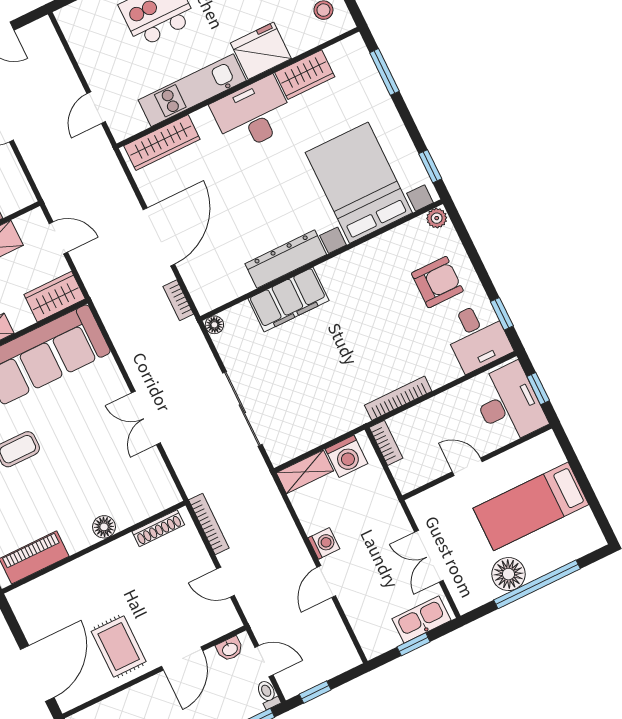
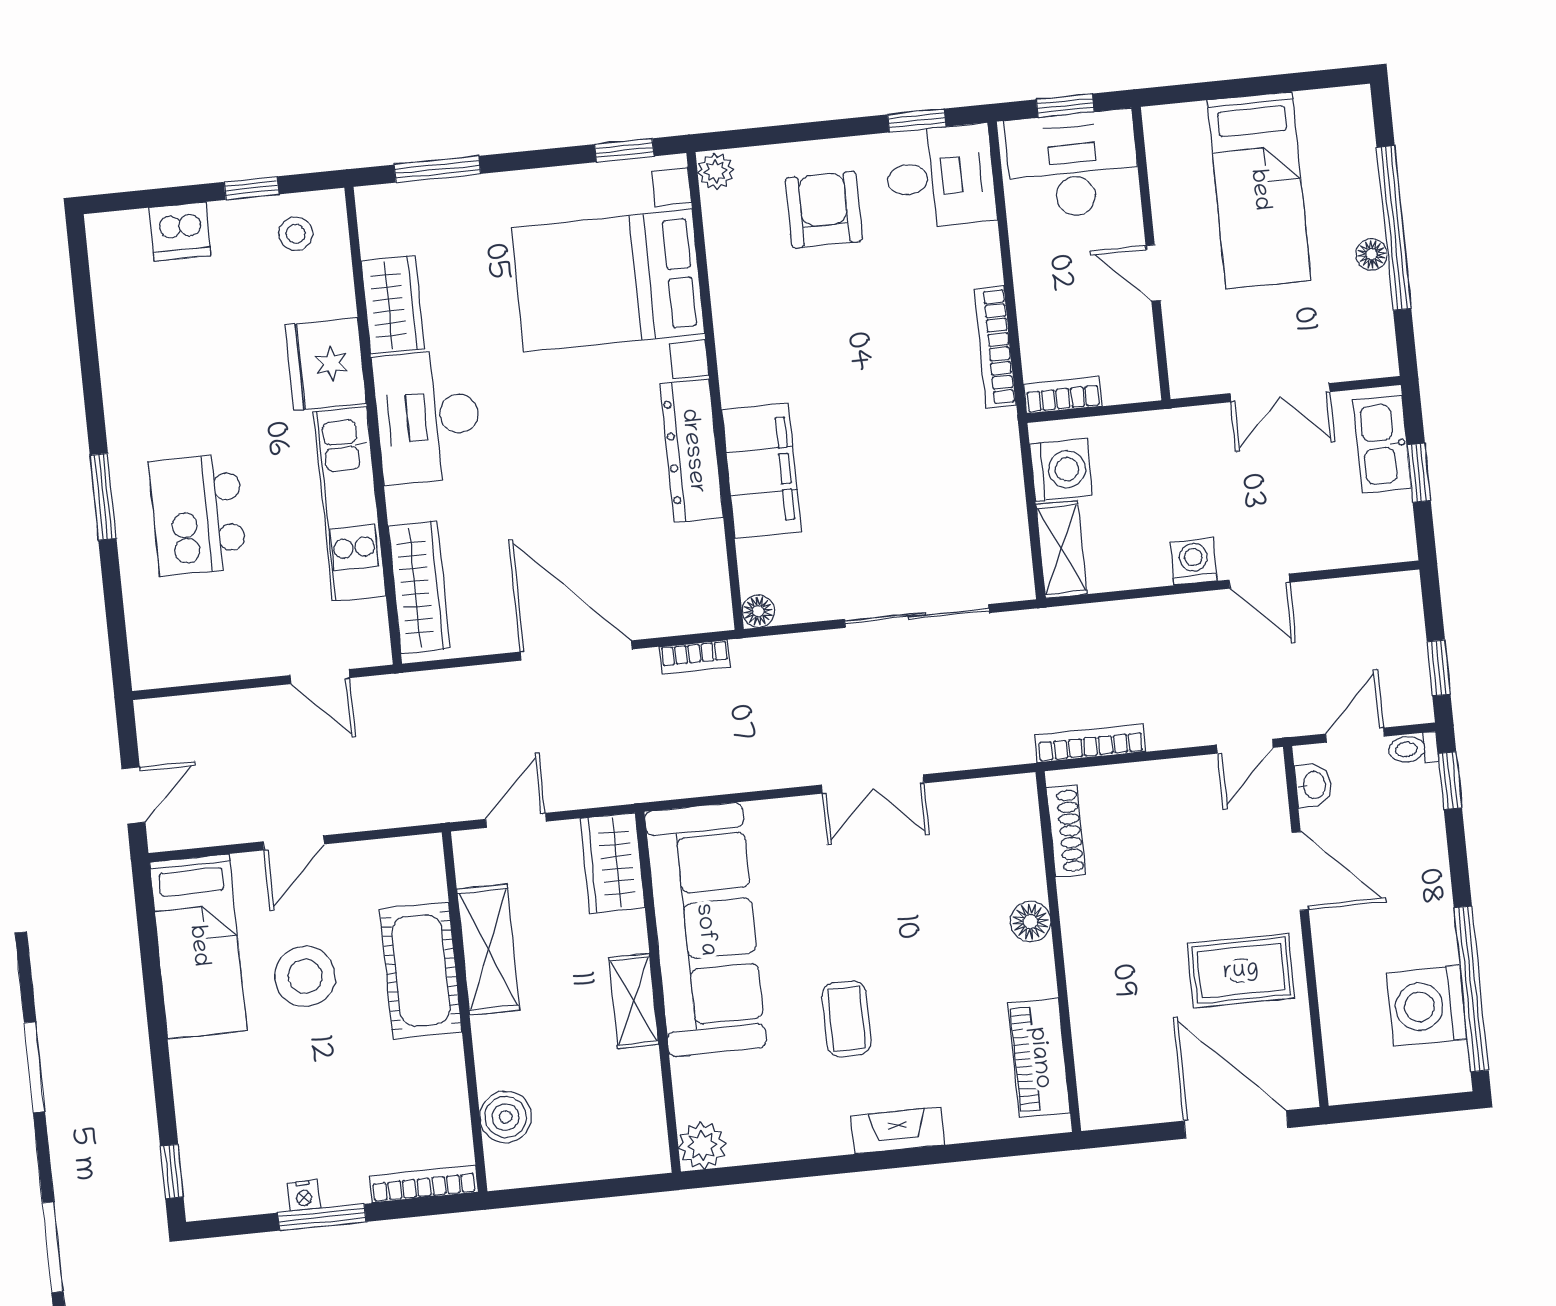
door: (467, 467) -> (1153, 273), hinge flipped
floor lamp: (508, 574) -> (1372, 254), width x0.53, depth x0.53
door: (226, 582) -> (1245, 746), moved

